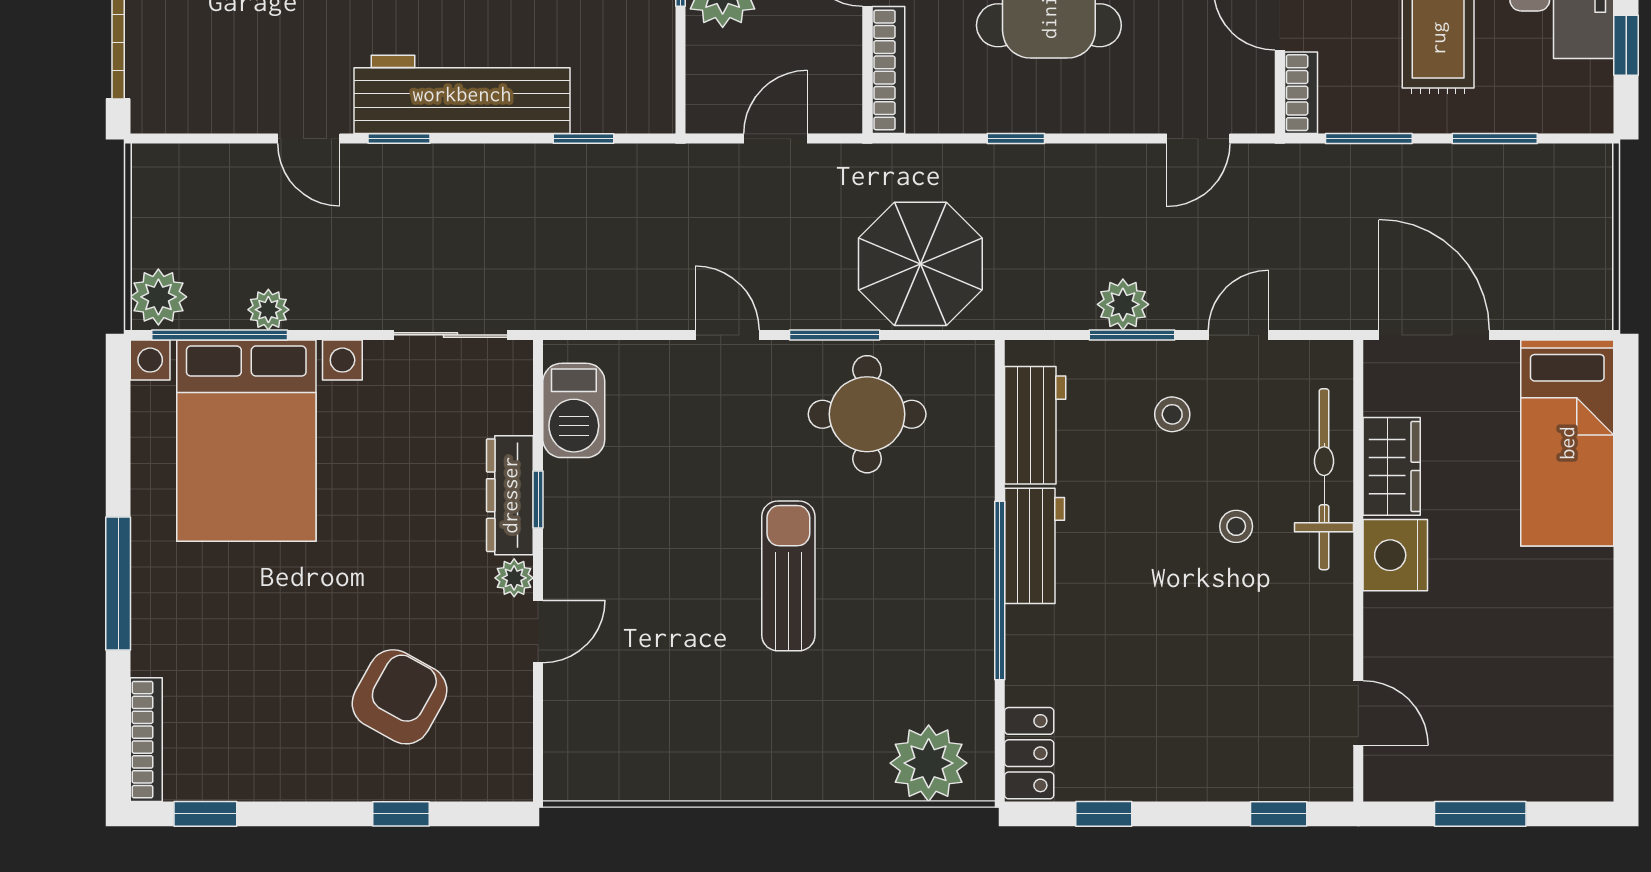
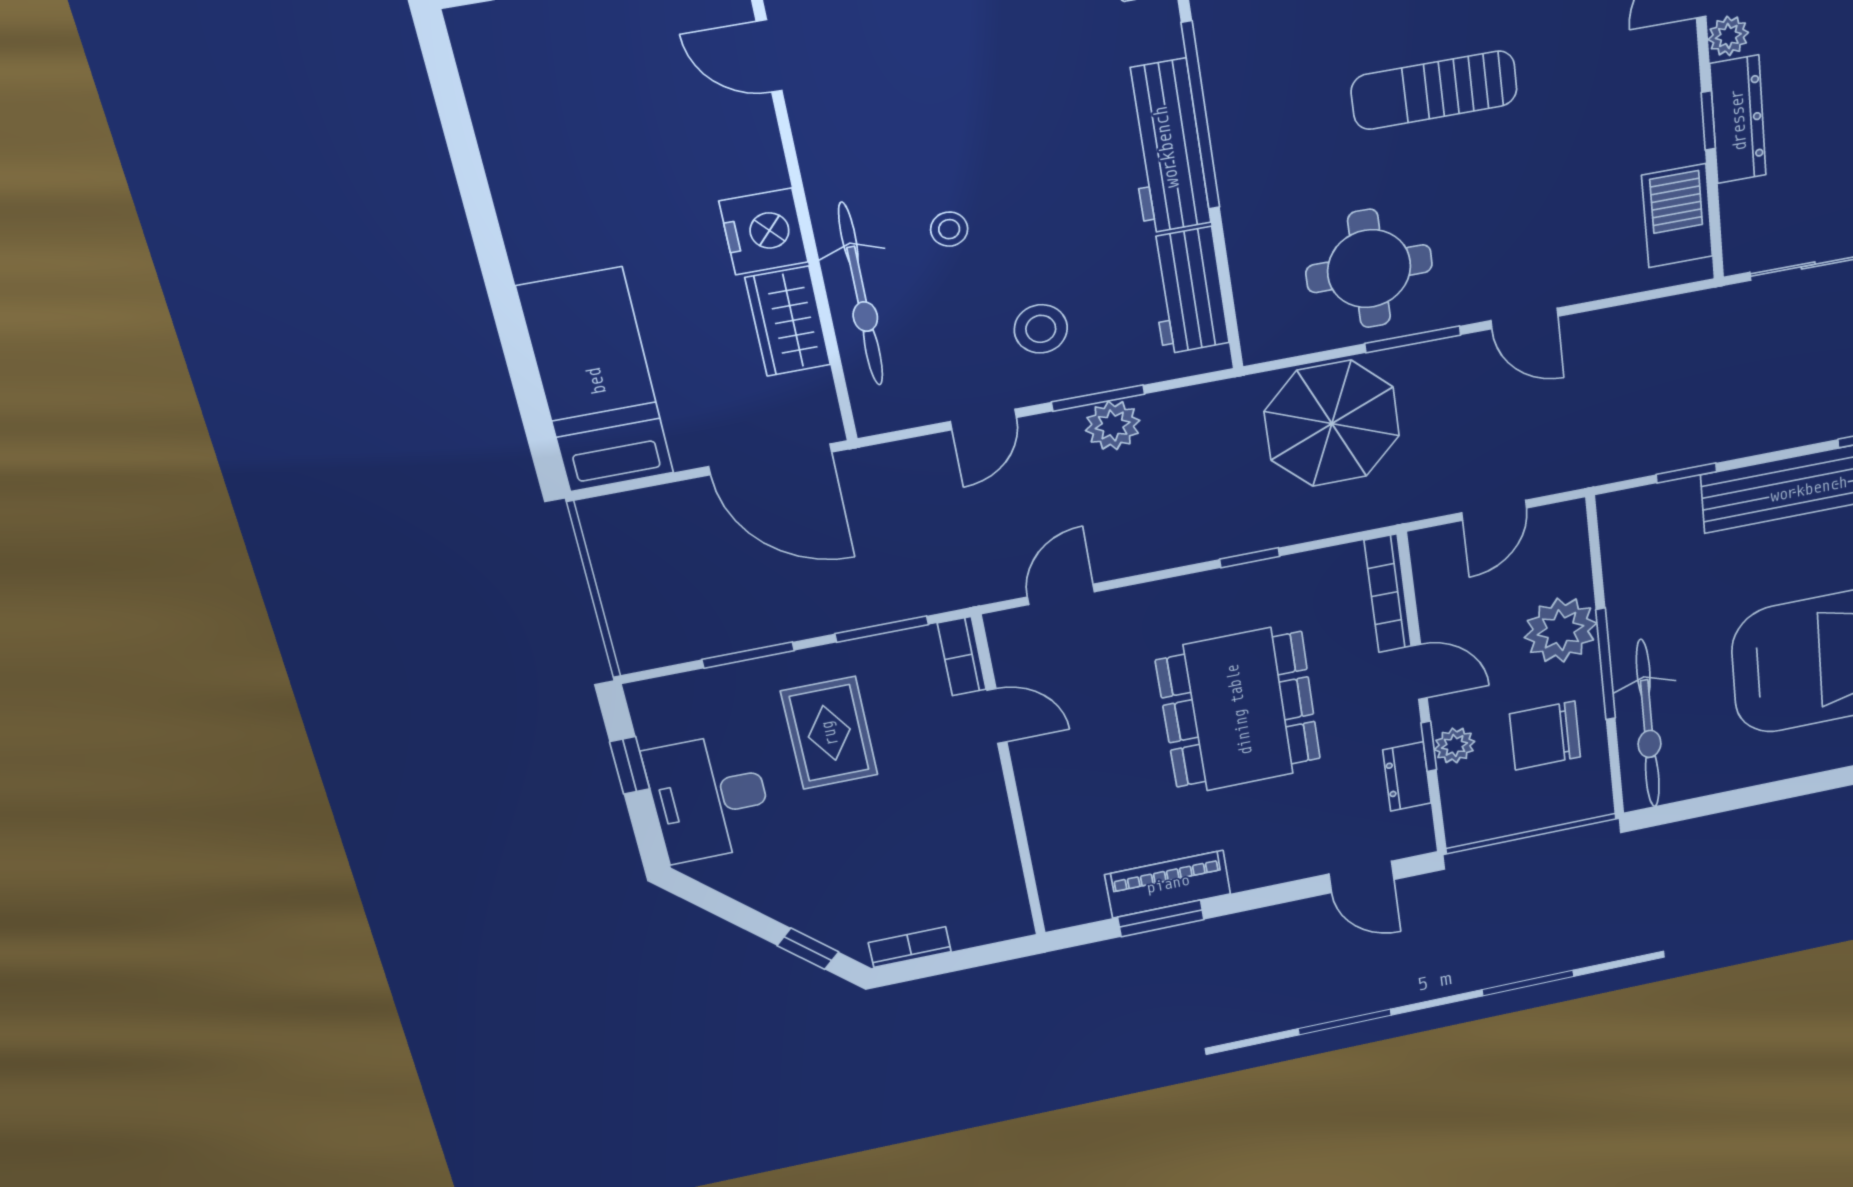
stool: (1172, 414) -> (1041, 329), width x1.37, depth x1.37
workbench: (1035, 546) -> (1166, 147), width x1.38
sun lounger: (788, 576) -> (1434, 90), turned 90

